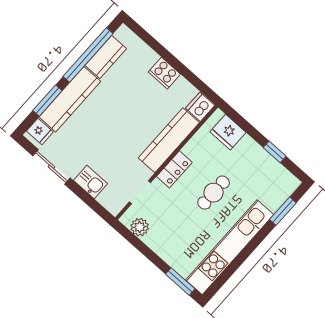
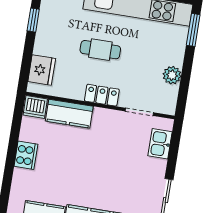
kitchen counter: (169, 140) -> (69, 114), width x0.67
kitchen sink: (90, 182) -> (160, 144), moved
plant: (140, 227) -> (172, 75), moved

